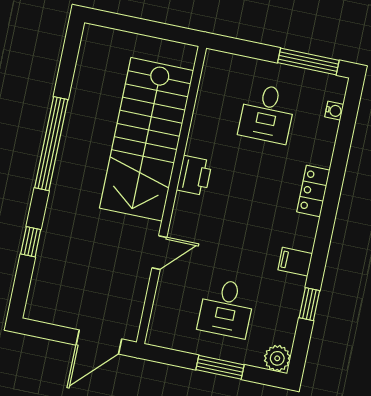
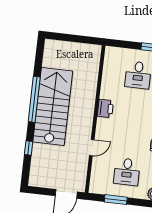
stairs: (147, 139) -> (53, 106), moved, turned 180
window: (220, 367) -> (116, 200), moved

